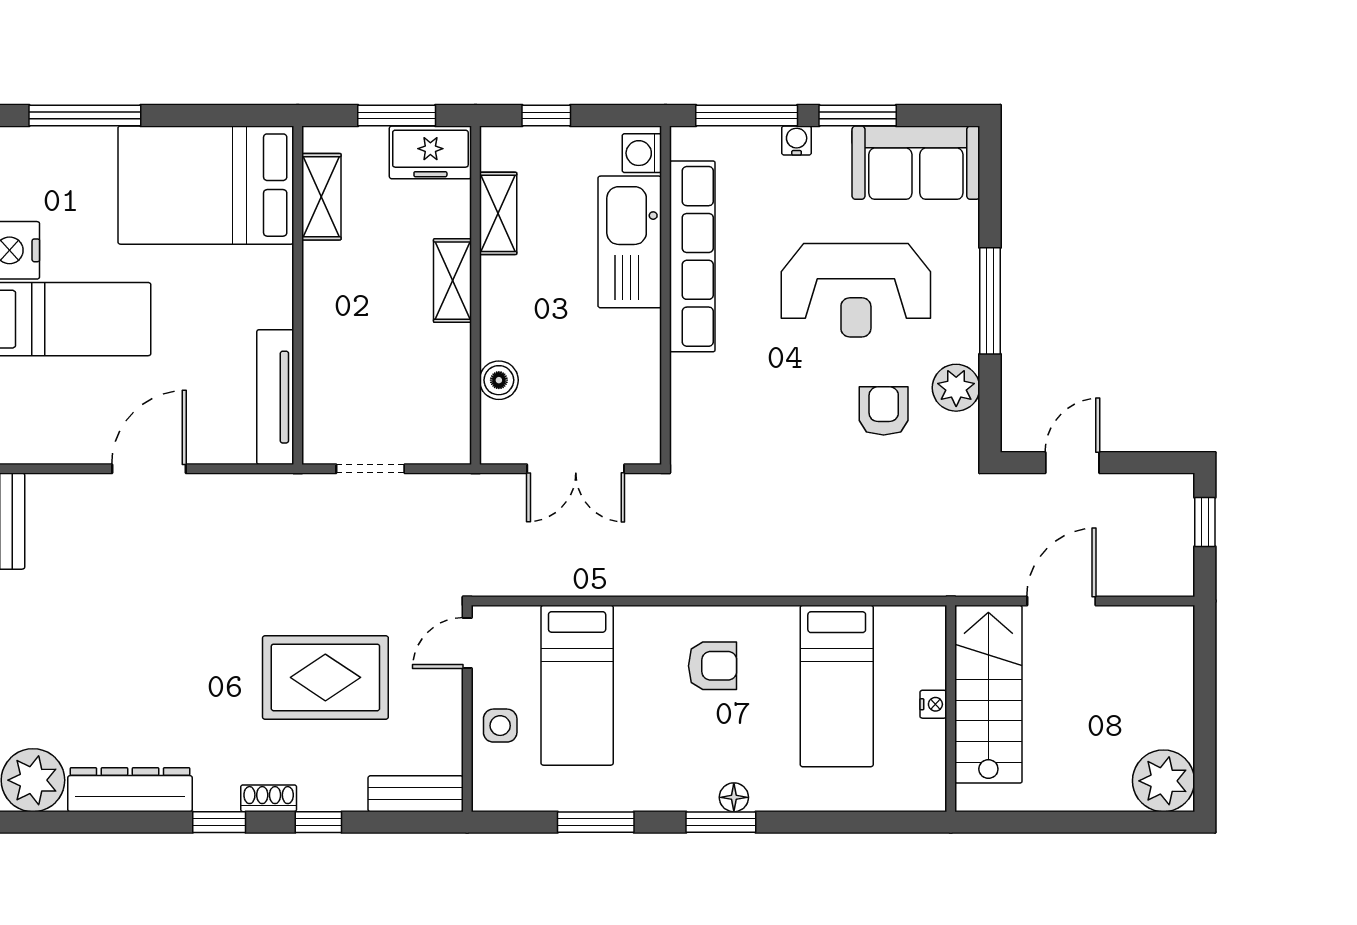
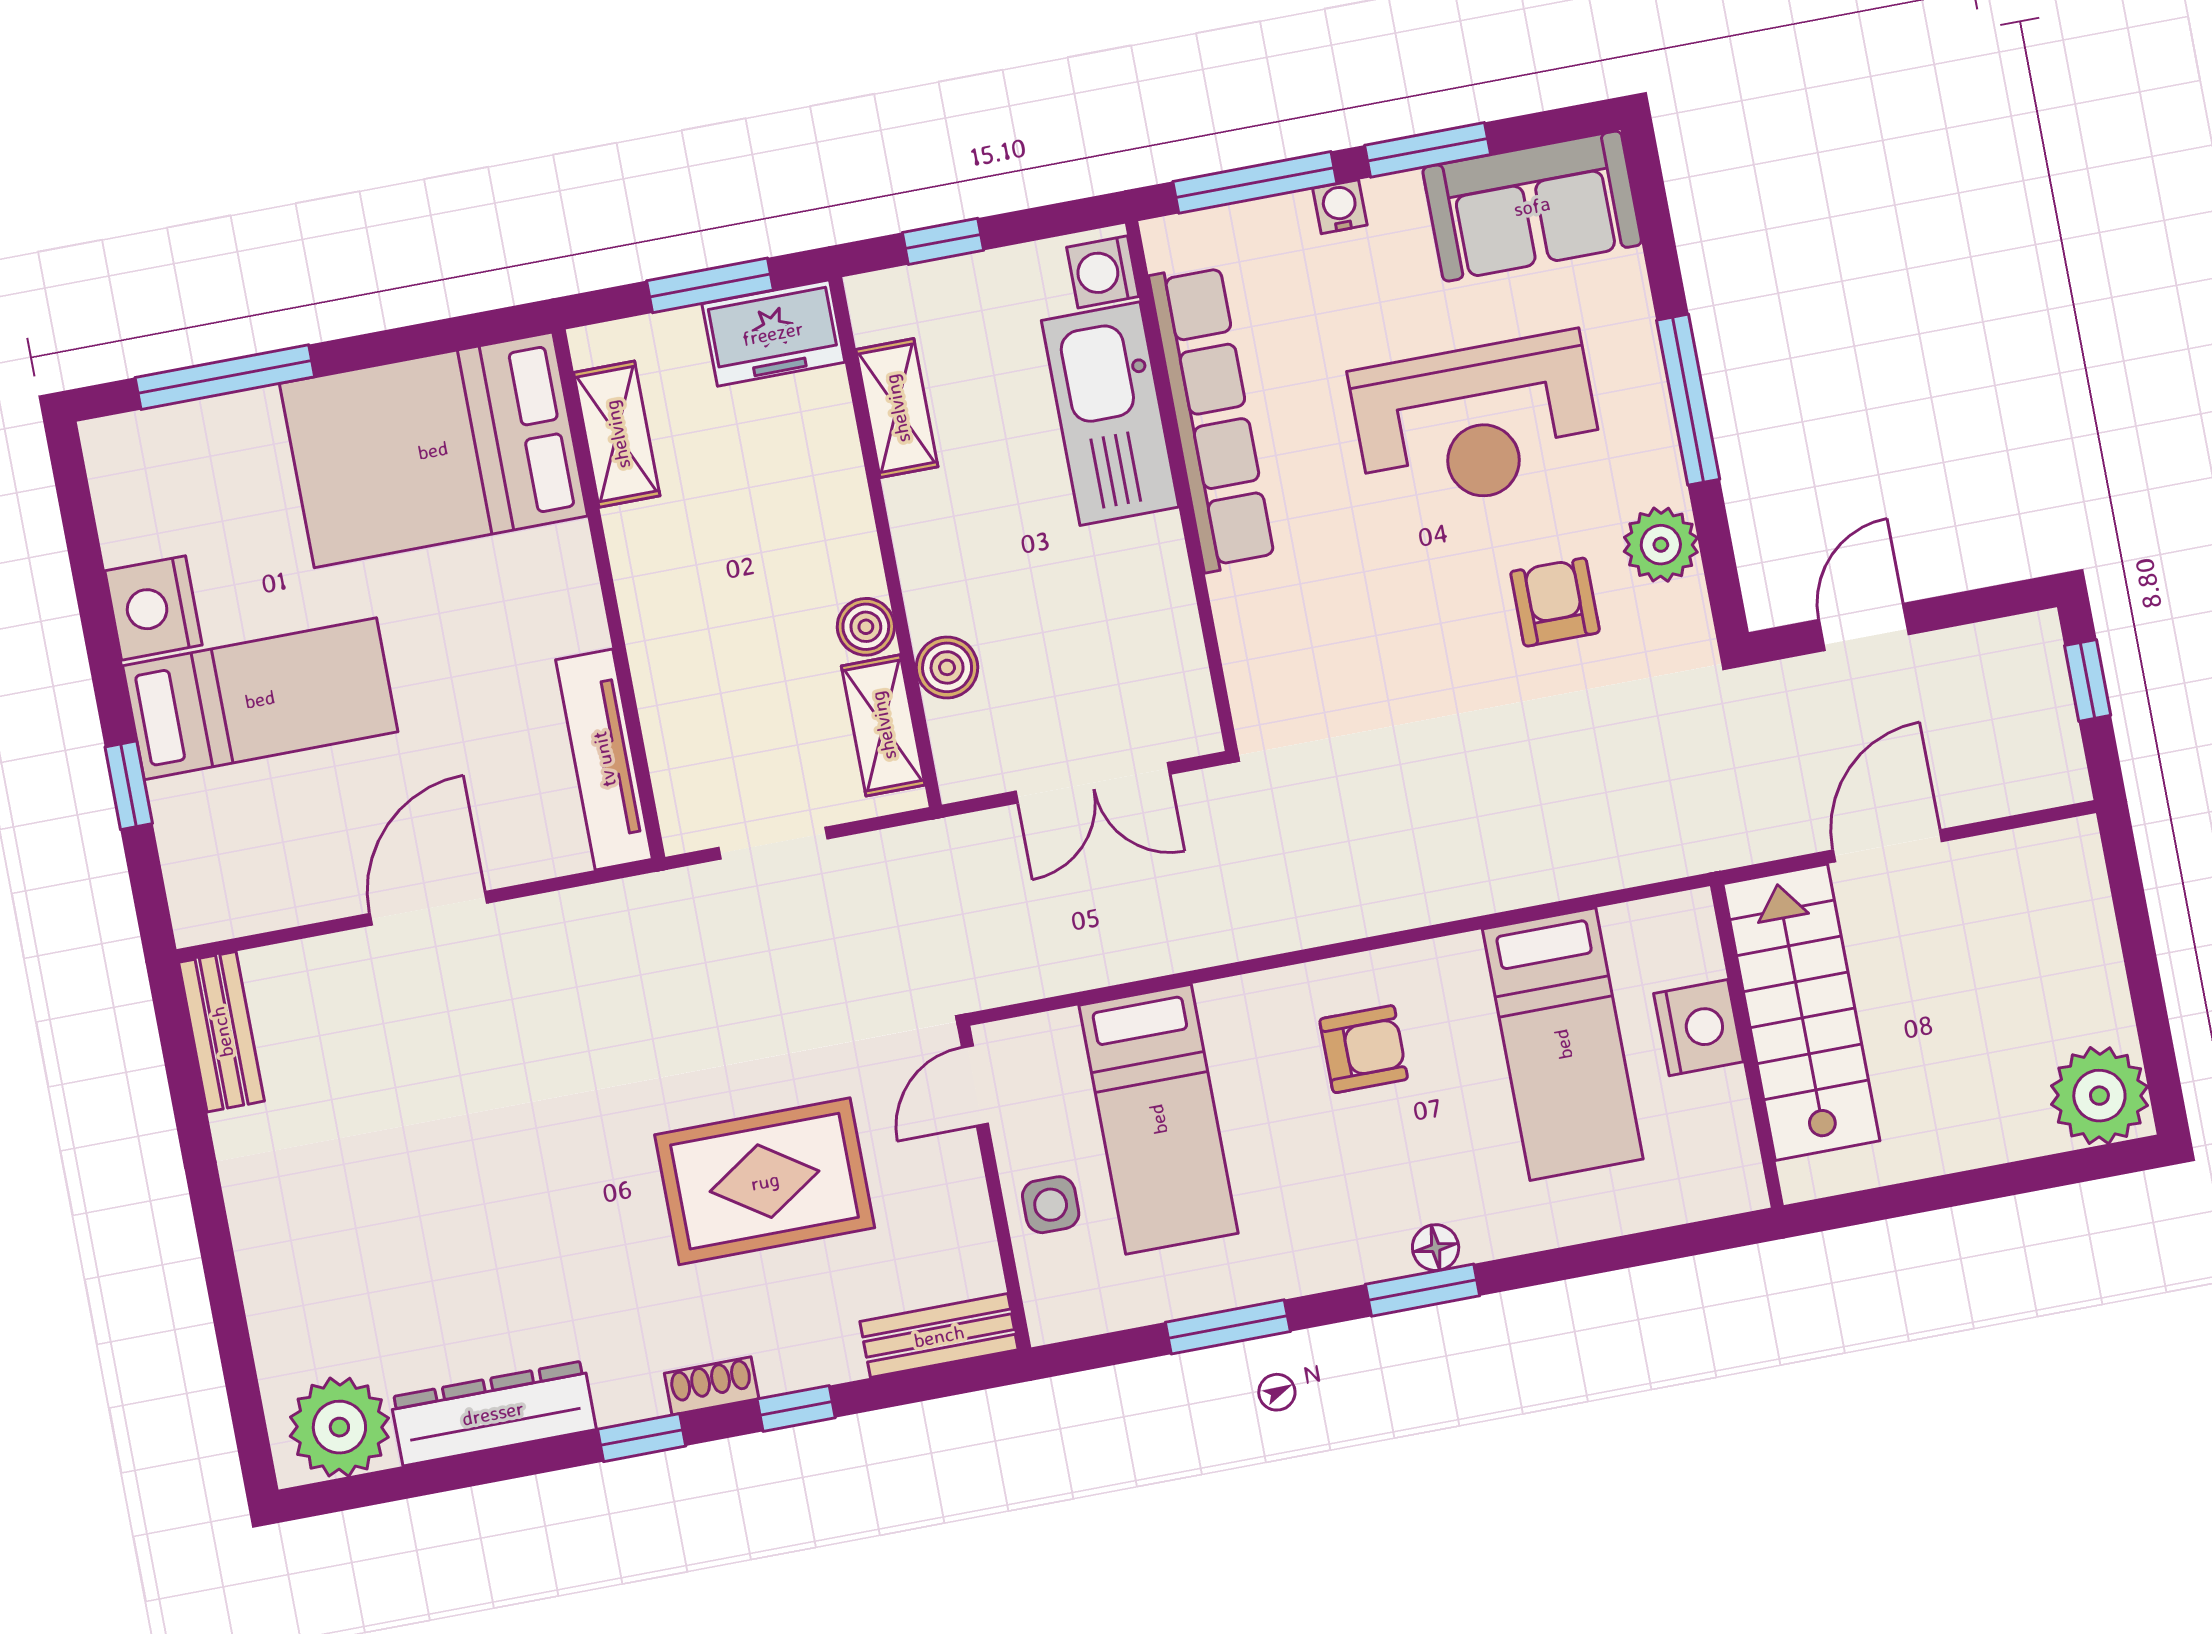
shelving: (452, 281) -> (883, 725), moved
boiler: (453, 345) -> (866, 627), added
nightstand: (933, 704) -> (1698, 1028), width x1.89, depth x1.79

